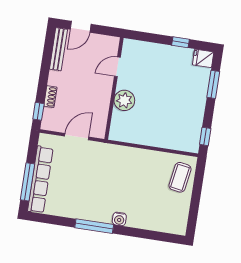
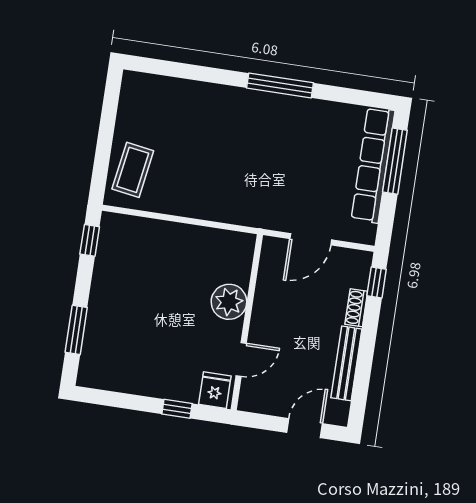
window: (181, 42) -> (177, 409), moved
bench: (58, 49) -> (346, 363), moved
fridge: (203, 58) -> (215, 390), moved, turned -90
water cooler: (119, 219) -> (237, 98), removed

